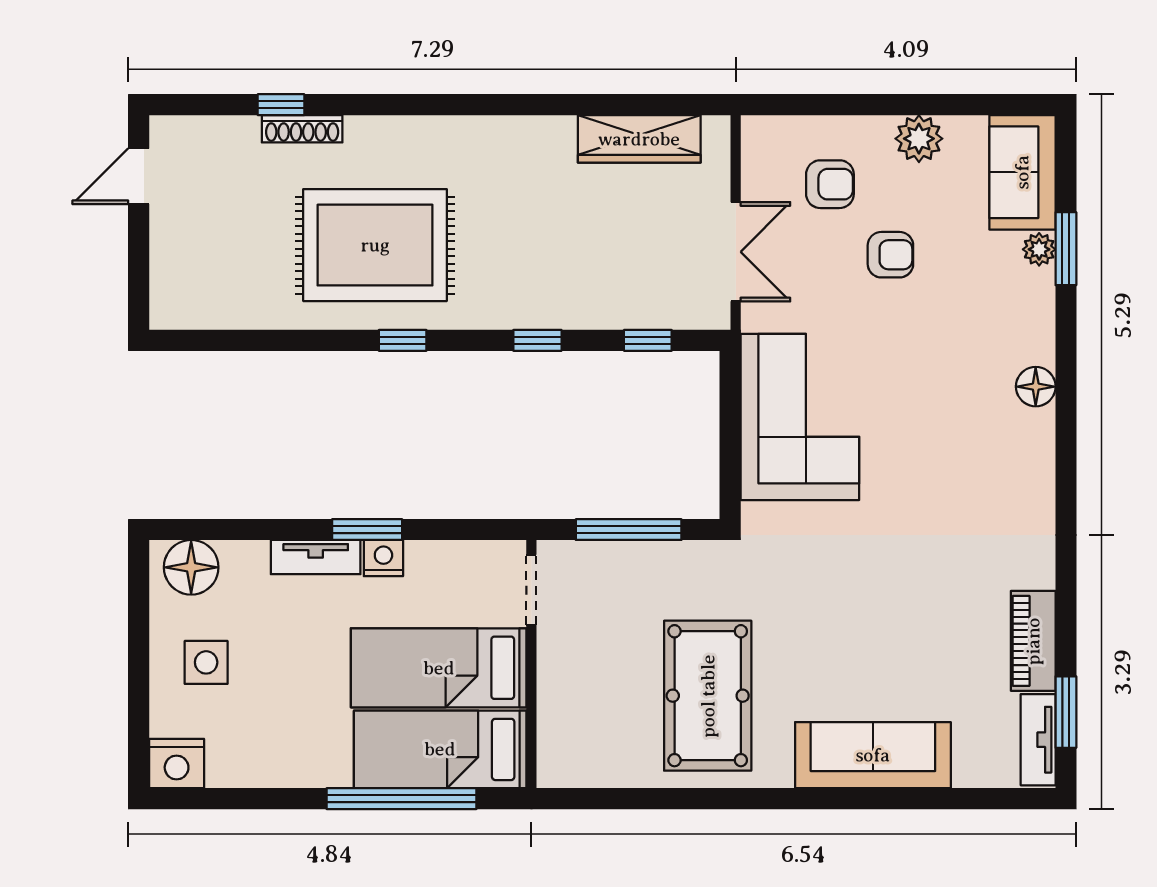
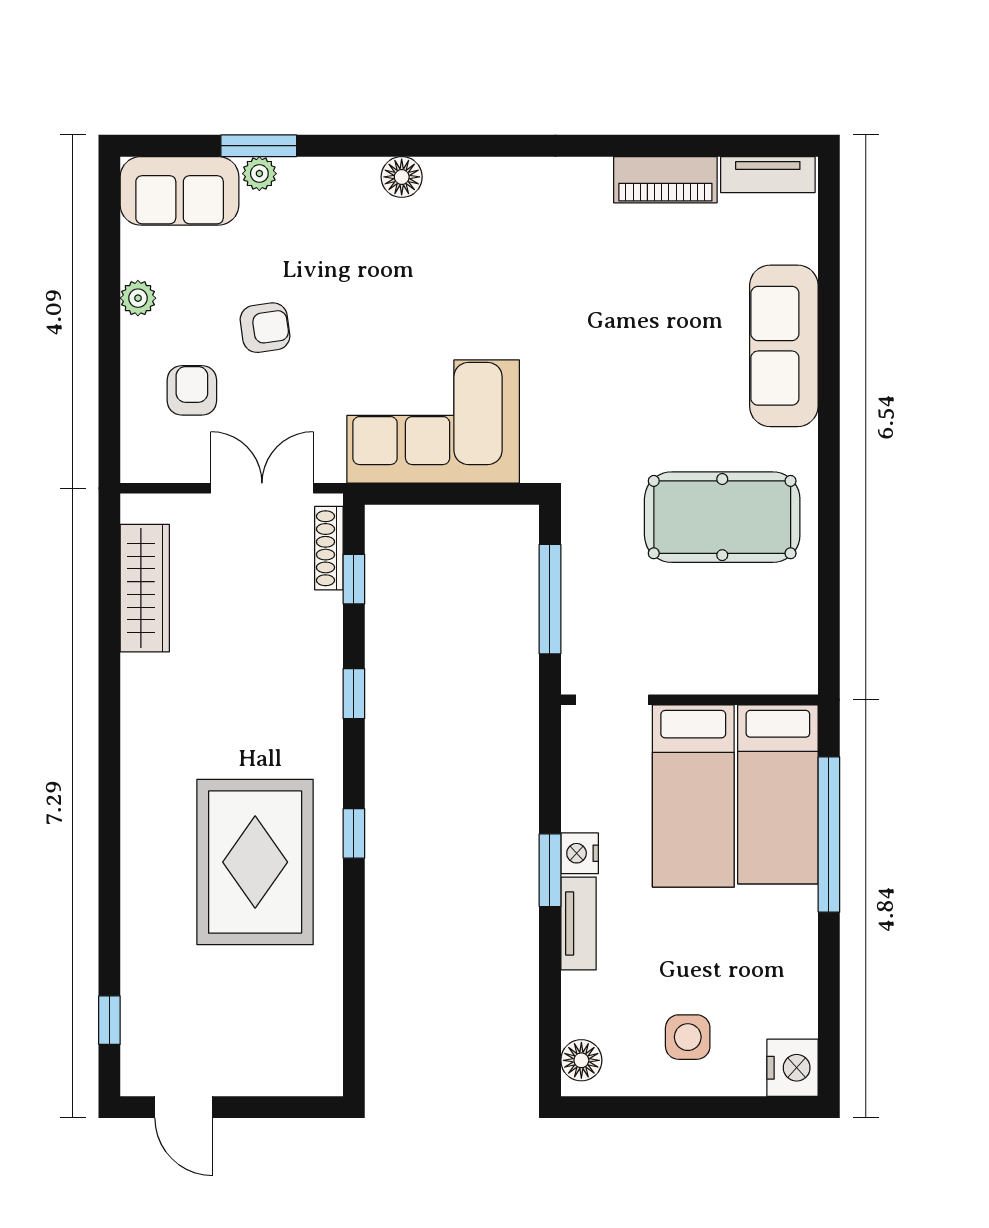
window: (281, 105) -> (109, 1020), moved
shoe rack: (302, 129) -> (329, 548), moved, turned 180
plant: (919, 139) -> (138, 298), width x0.73, depth x0.73
armchair: (890, 255) -> (265, 328), turned 82
floor lamp: (191, 567) -> (581, 1060), width x0.73, depth x0.73
window: (1066, 712) -> (739, 146), removed

